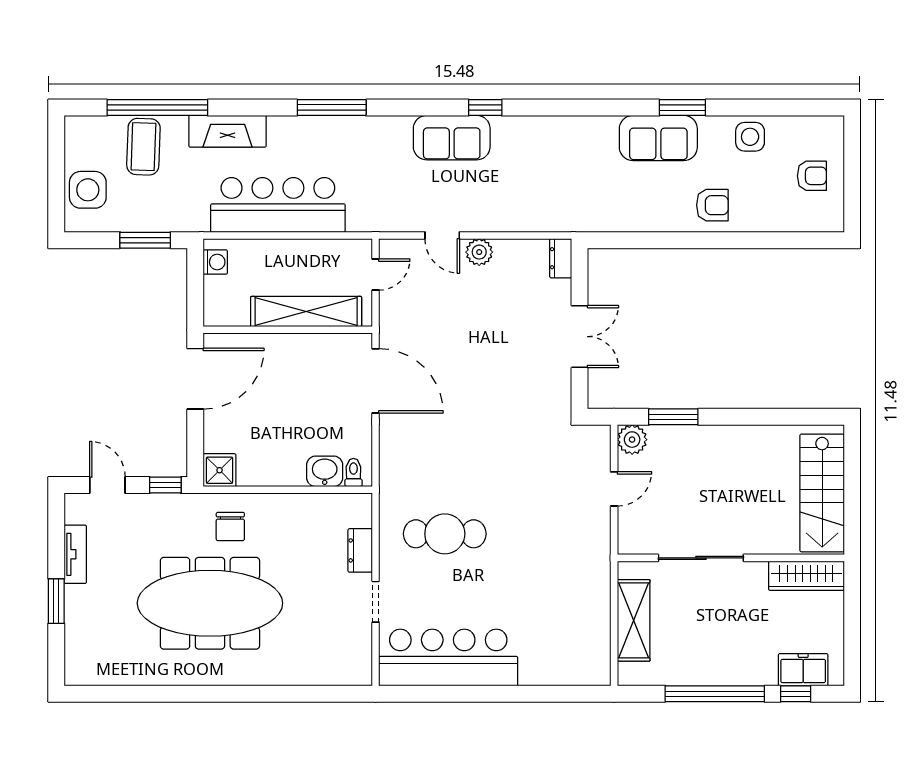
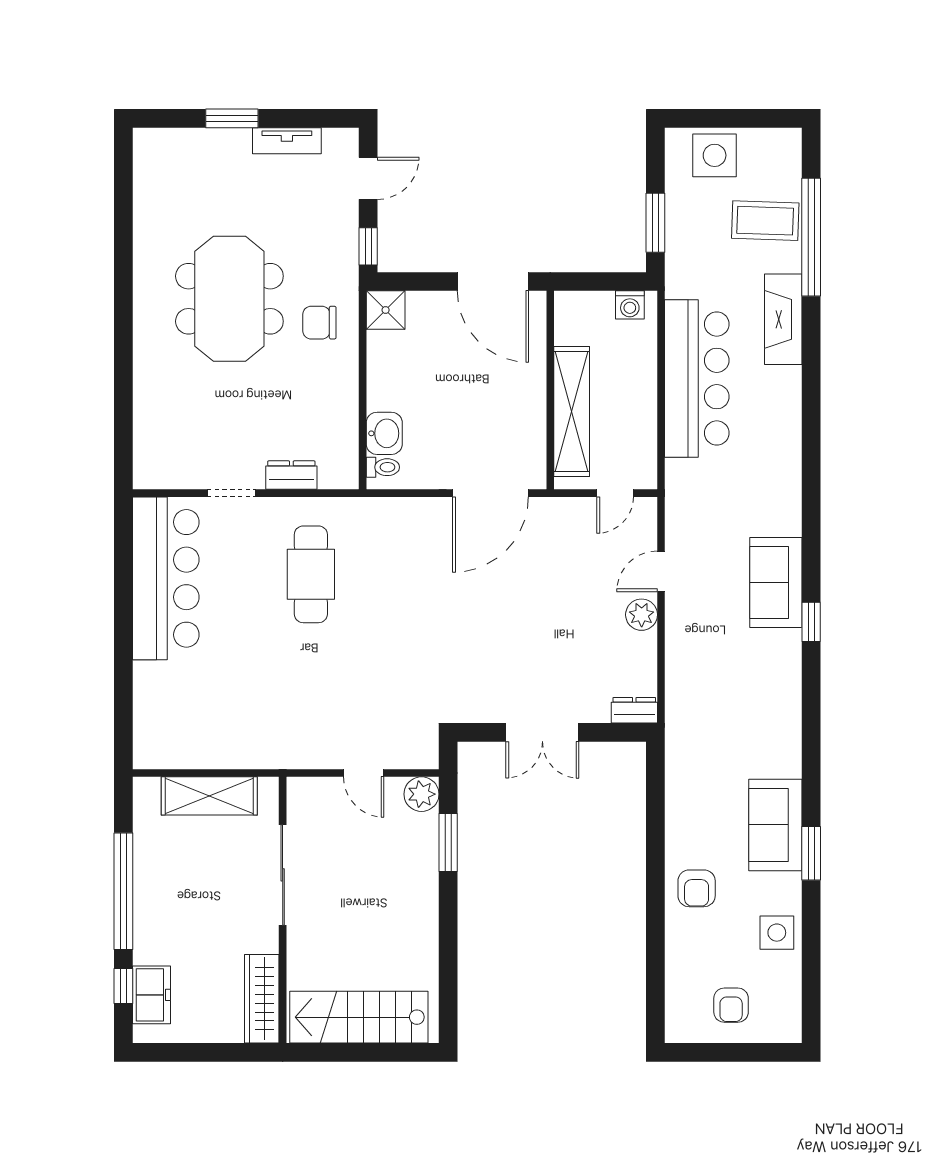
window: (332, 108) -> (811, 442), removed
door: (376, 275) -> (615, 493), hinge flipped
meeting table: (210, 603) -> (229, 299), width x0.73

